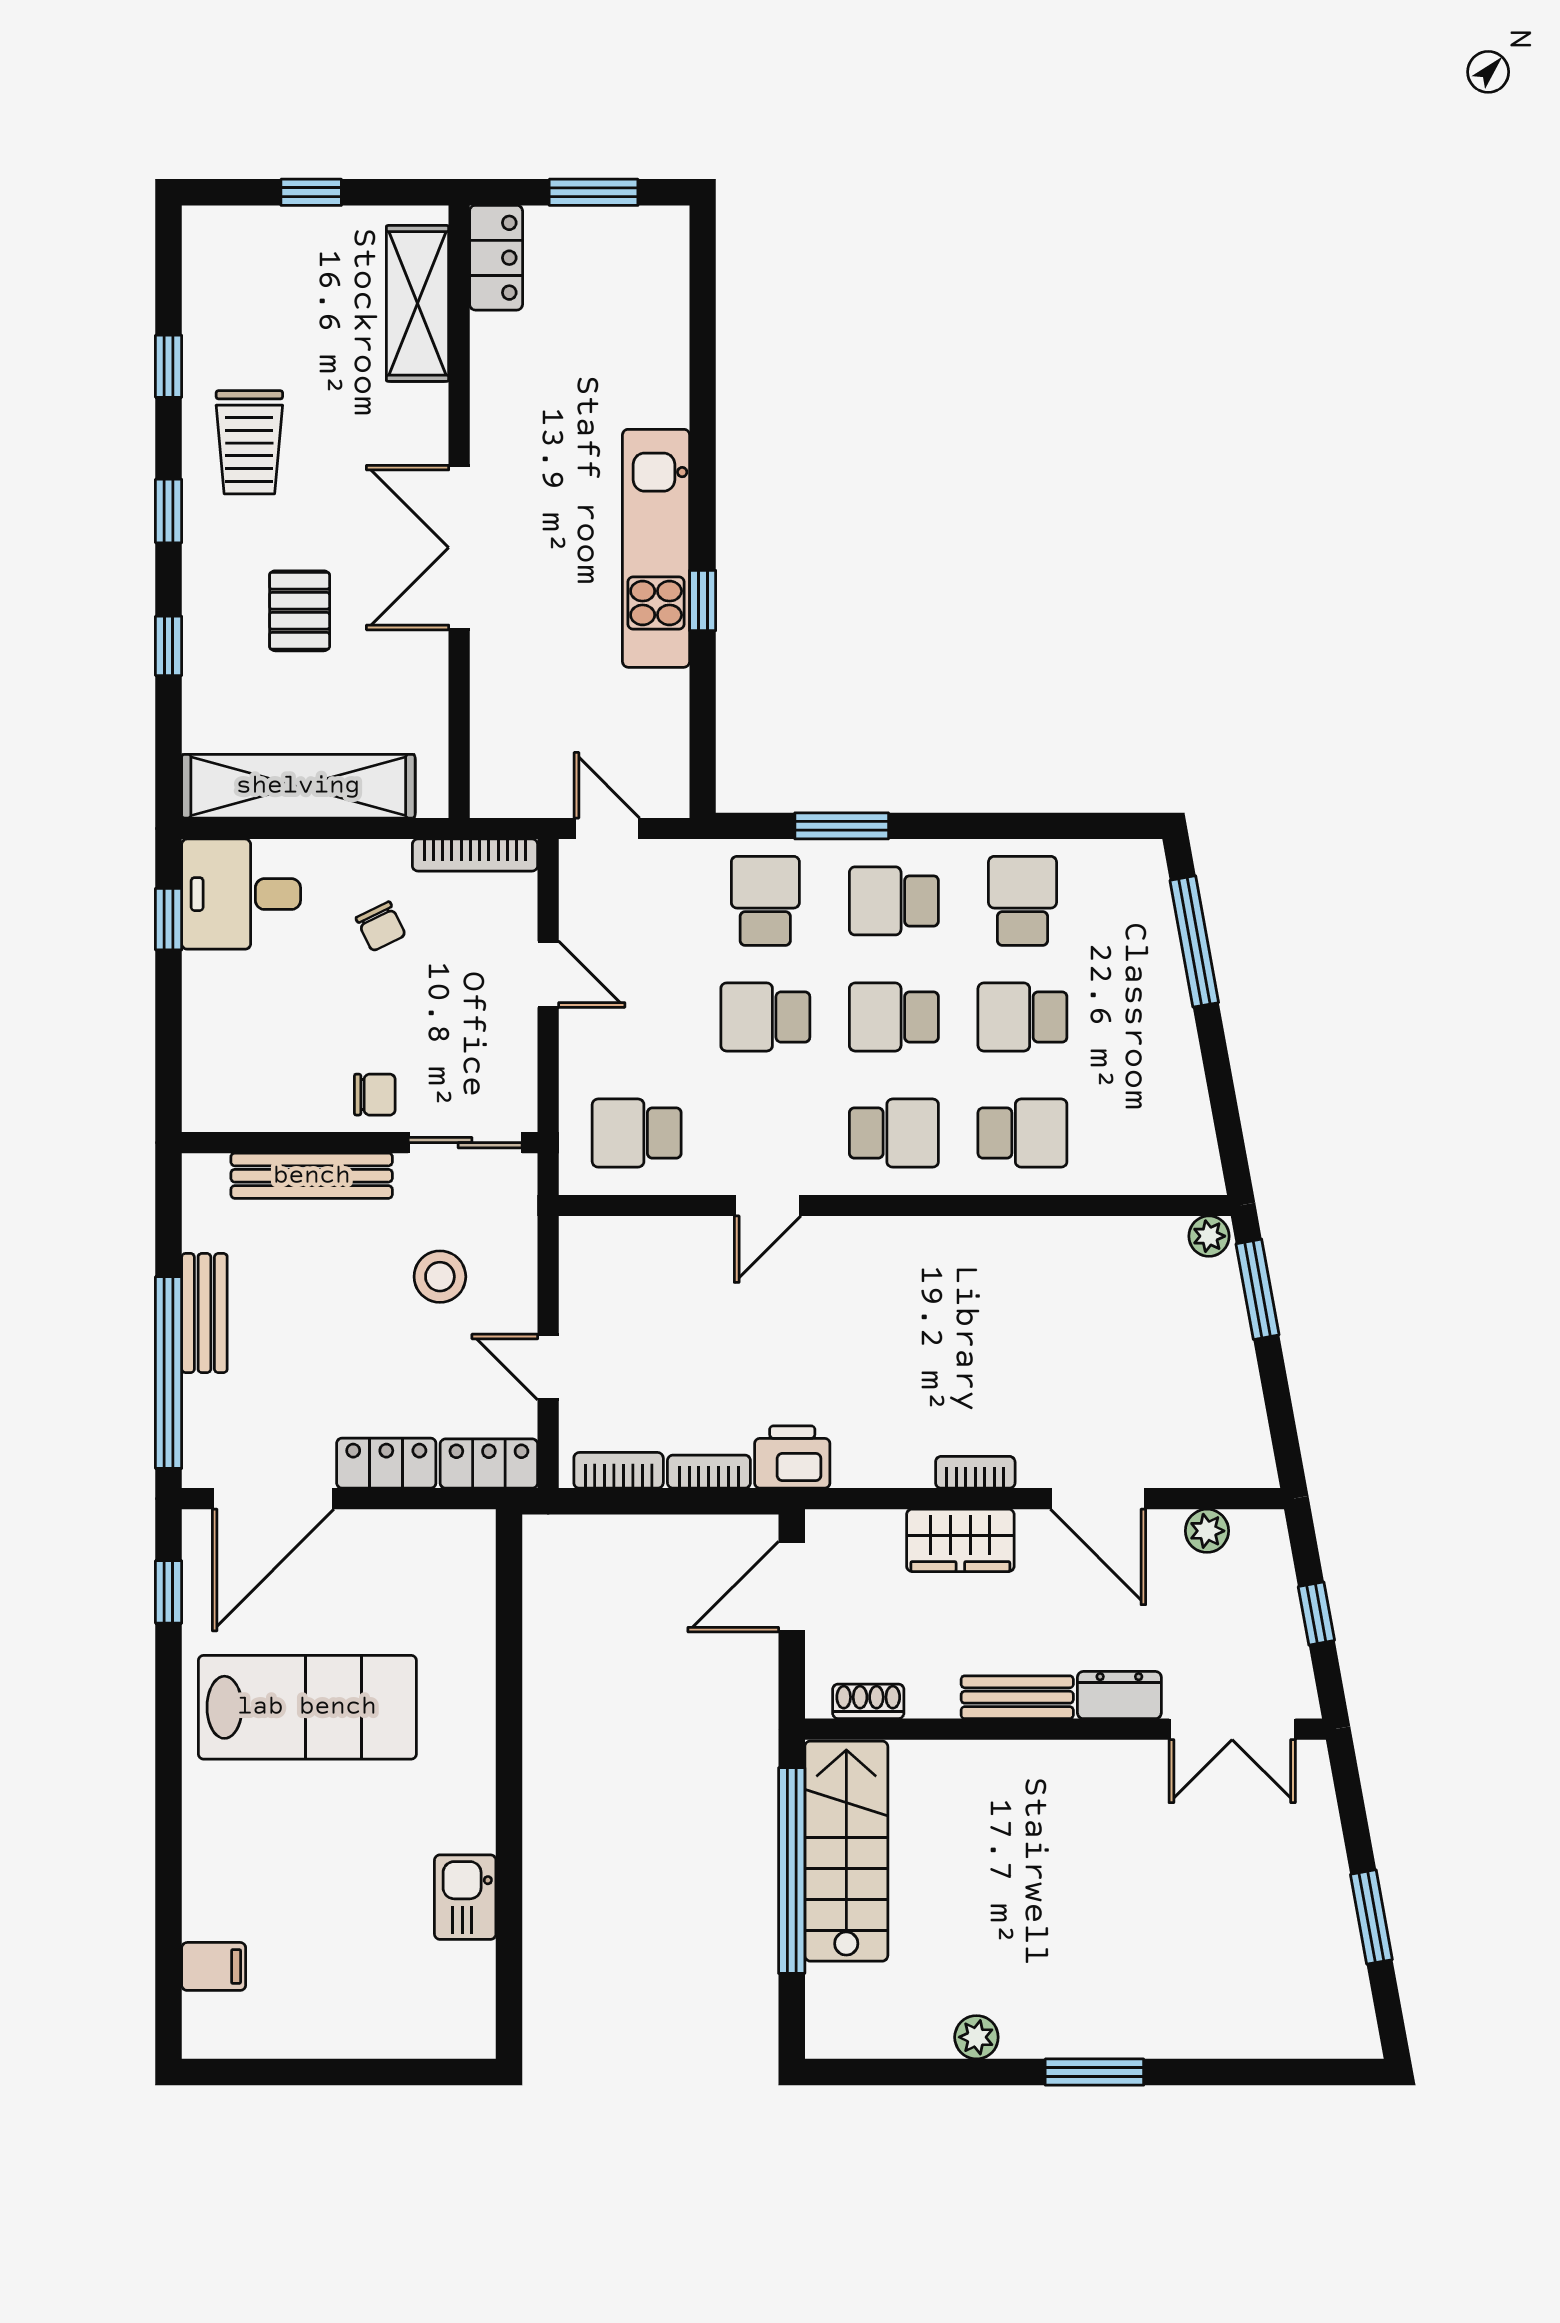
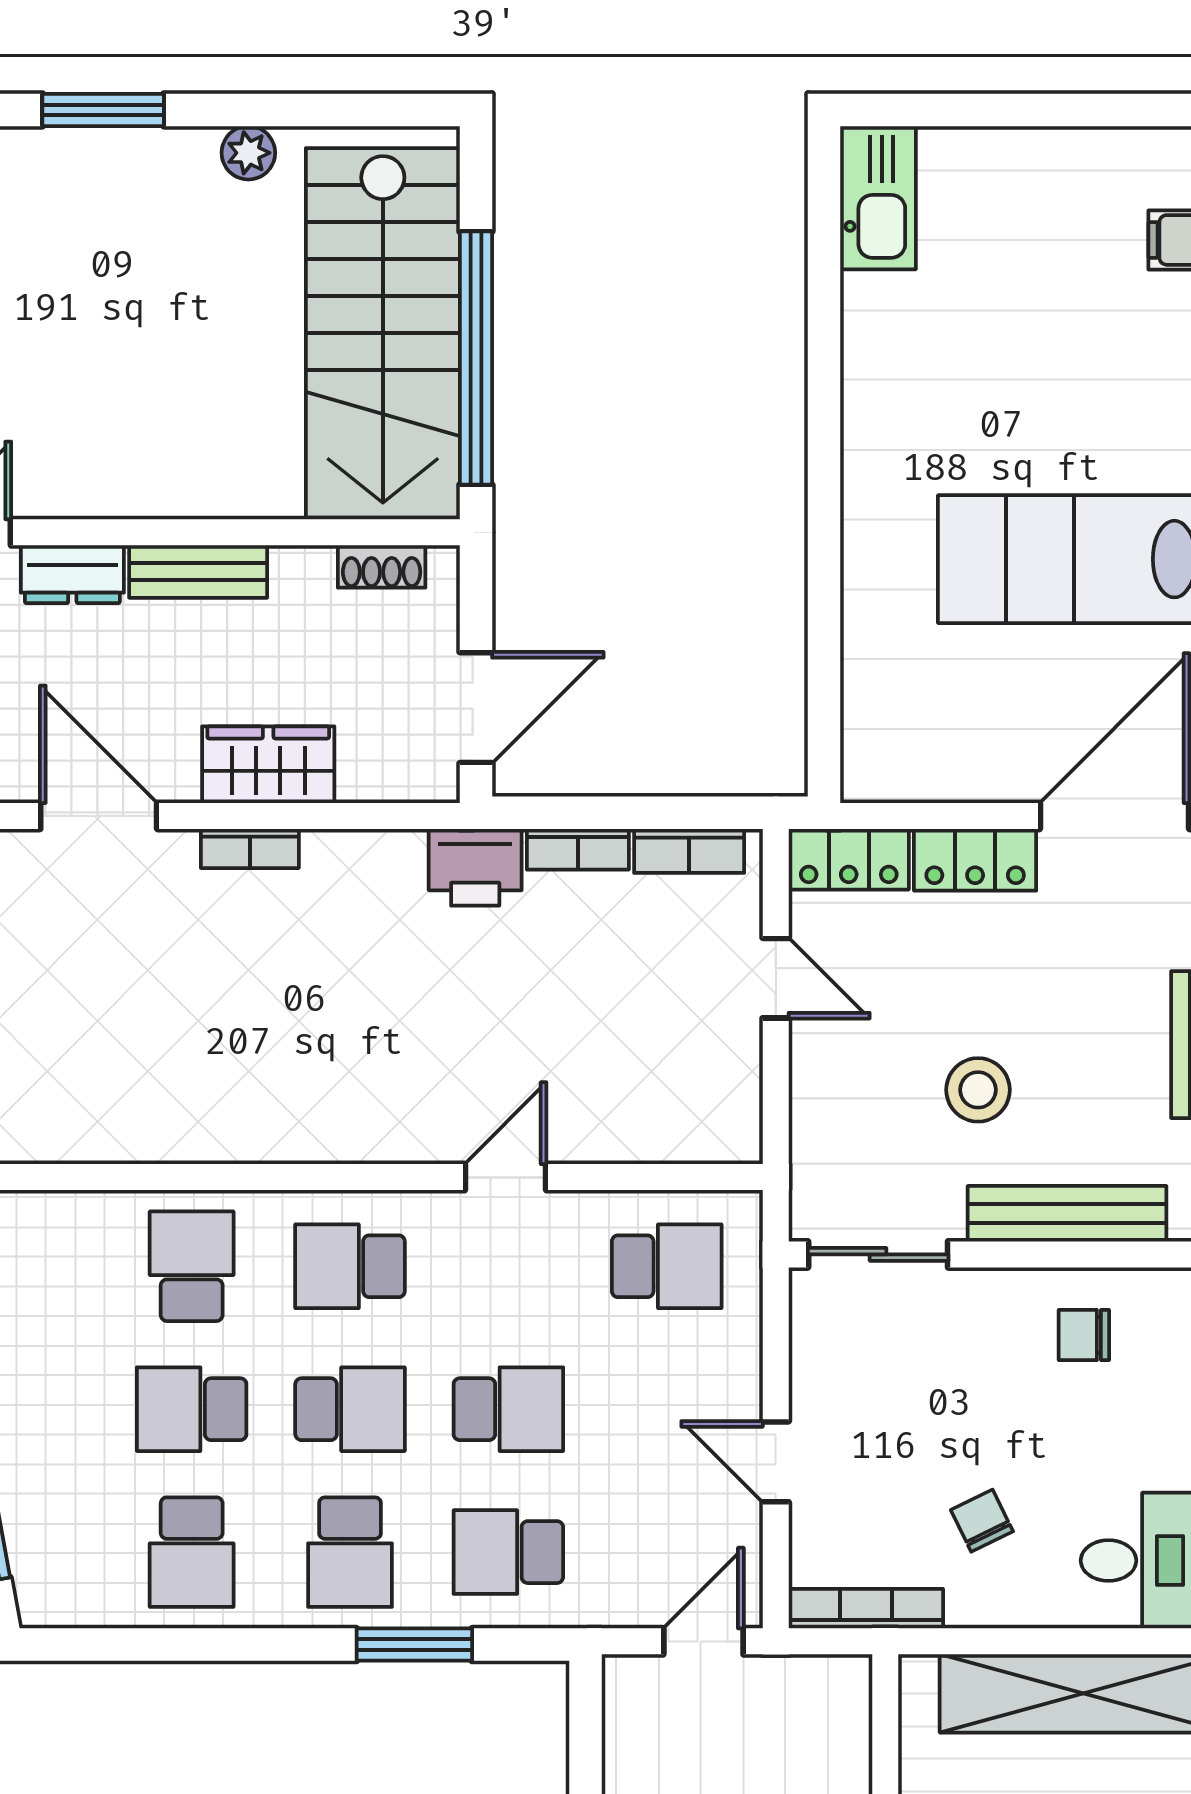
door: (607, 828) -> (703, 1641), swing flipped
school desk: (765, 901) -> (508, 1552), turned 90
school desk: (894, 901) -> (350, 1552), turned 90
school desk: (1022, 1017) -> (192, 1409), turned 180
chair: (375, 1095) -> (1084, 1335), moved
school desk: (1022, 1133) -> (192, 1266), turned 90
stool: (440, 1277) -> (978, 1090), moved
stairs: (846, 1851) -> (383, 333), width x1.36, depth x1.51
kitchen sink: (465, 1897) -> (878, 198), moved, width x1.38

